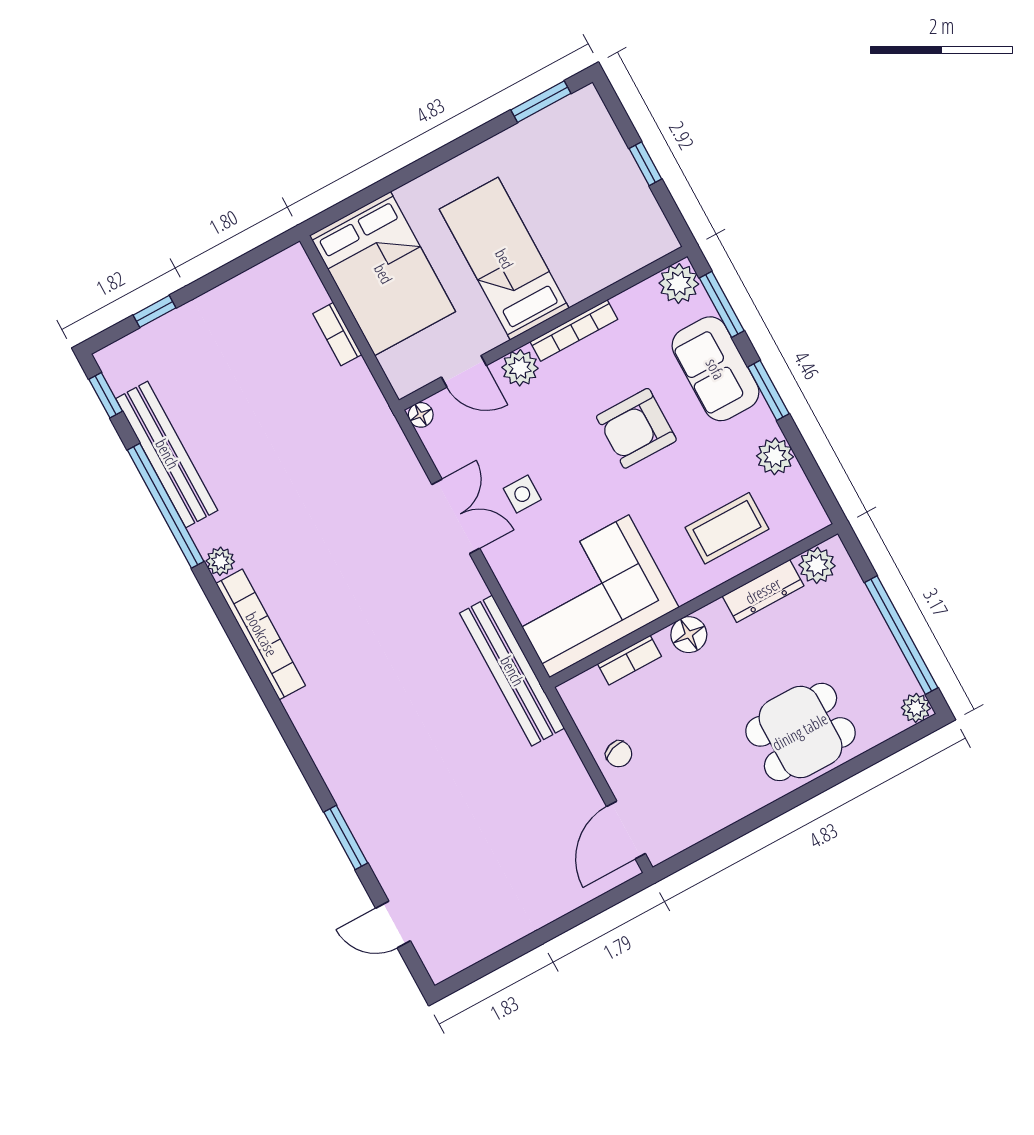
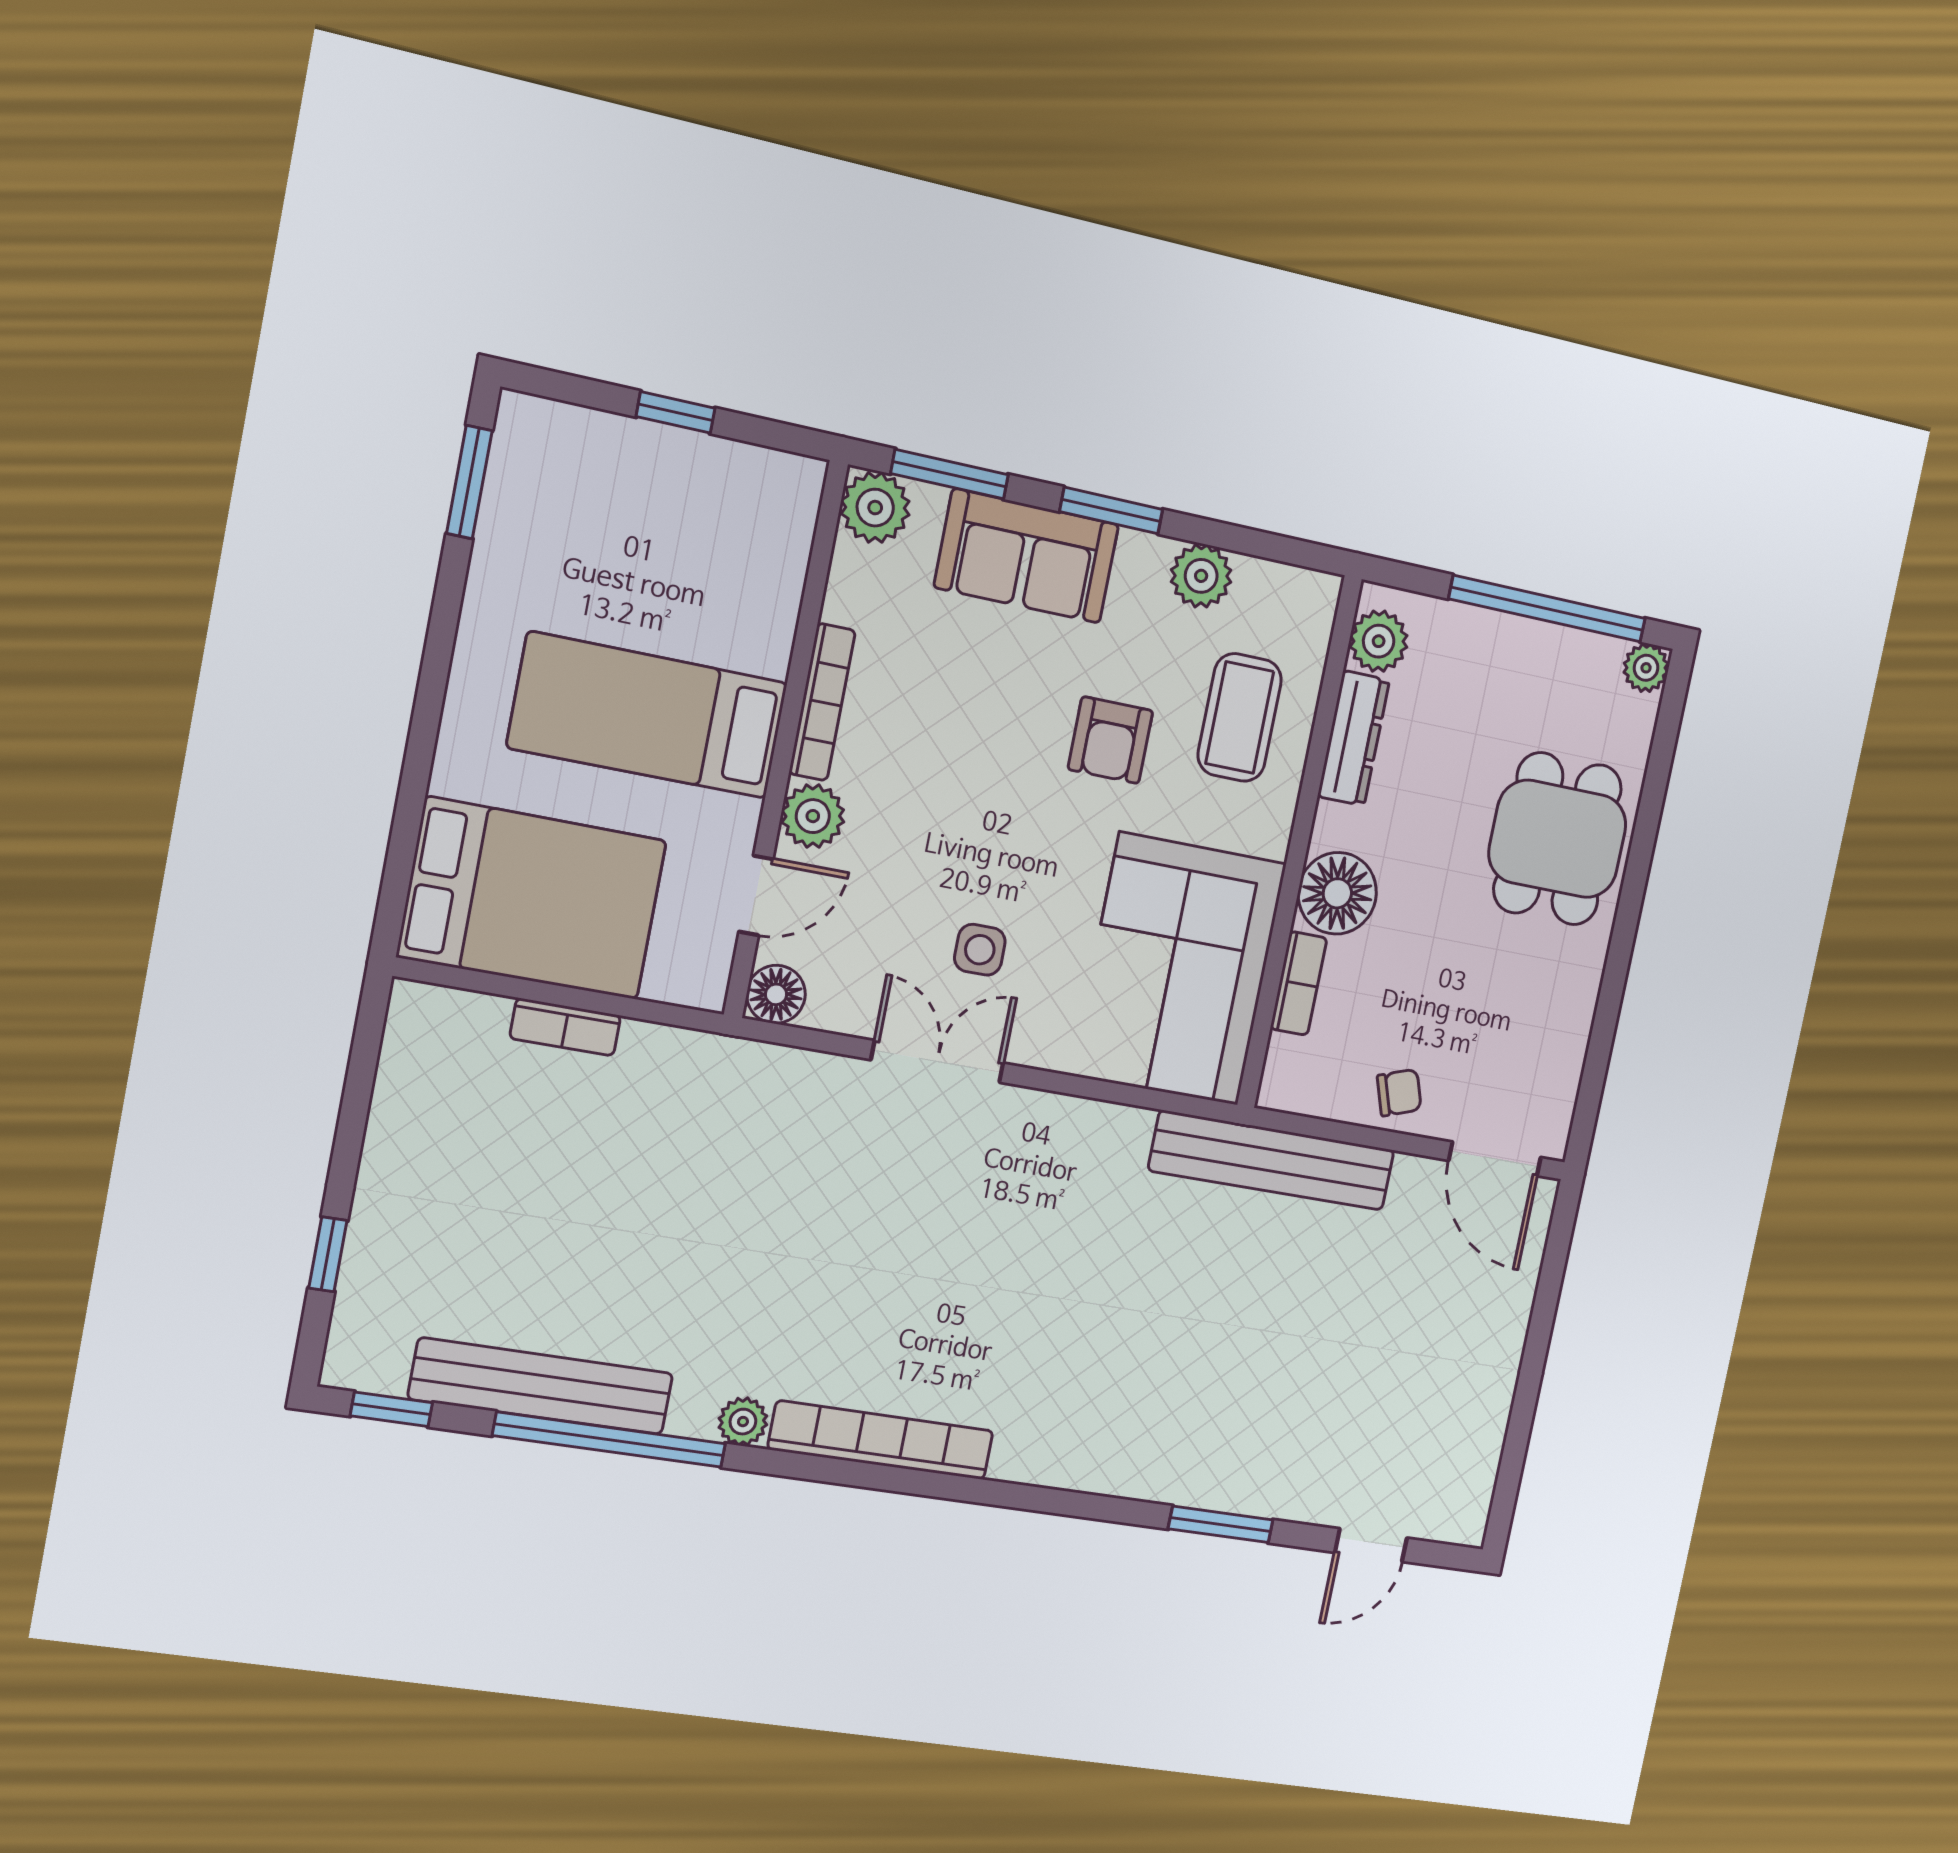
floor lamp: (421, 415) -> (776, 994), width x1.37, depth x1.37
armchair: (636, 428) -> (1110, 740), moved, width x0.72, depth x0.72
floor lamp: (689, 635) -> (1337, 893), width x1.38, depth x1.38
bench: (512, 671) -> (1272, 1160), moved

